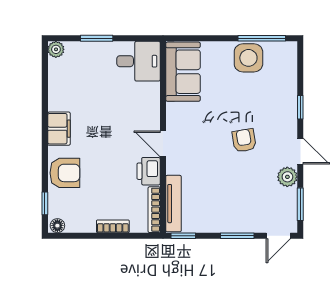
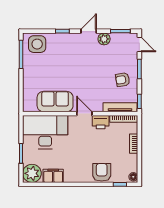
plant: (56, 49) -> (32, 173), width x1.88, depth x1.88
side table: (248, 58) -> (37, 44), moved
desk: (138, 61) -> (45, 132), width x1.87, depth x1.30
sofa: (183, 72) -> (55, 102), moved
filing cabinet: (59, 129) -> (53, 176), moved
armchair: (244, 140) -> (123, 80), moved
door: (163, 144) -> (84, 114), swing flipped

